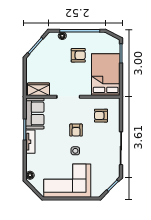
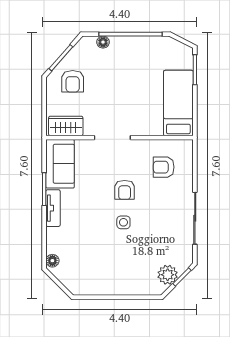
armchair: (78, 55) -> (73, 81), moved, turned 90
bed: (106, 75) -> (178, 103), width x0.67
corner sofa: (67, 181) -> (111, 269), removed
plant: (104, 184) -> (168, 275), added

